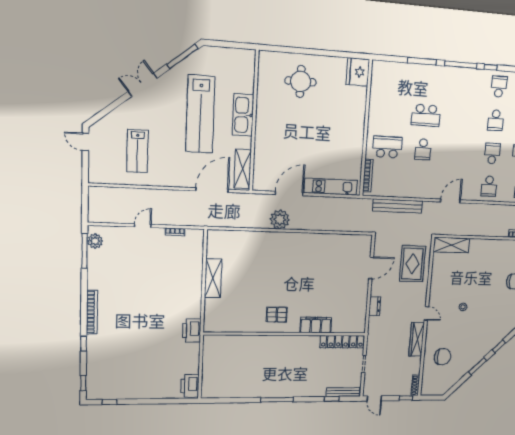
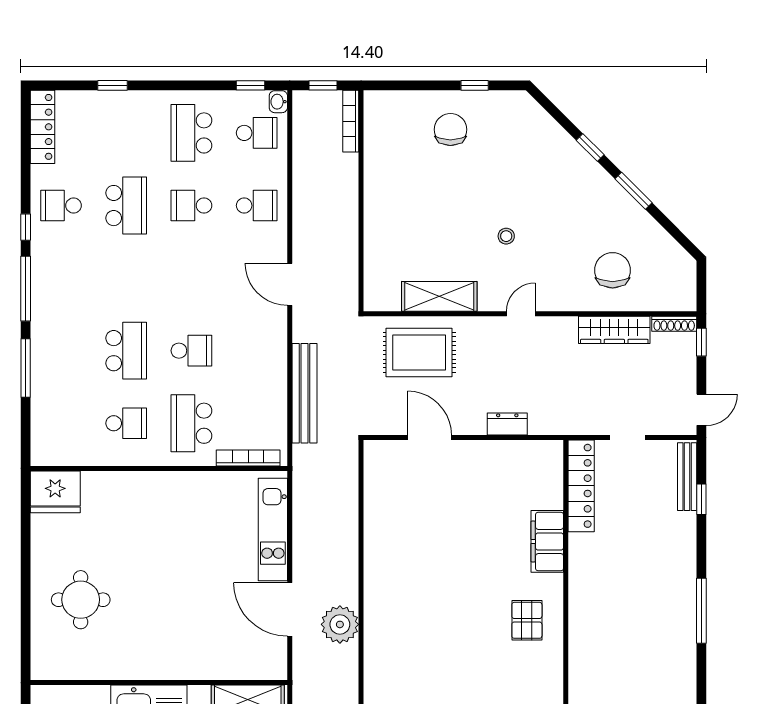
school desk: (390, 113) -> (126, 423), added
school desk: (496, 120) -> (126, 206), width x1.85
shelving: (451, 245) -> (439, 296), moved, turned 90
wardrobe: (417, 339) -> (614, 330), moved

